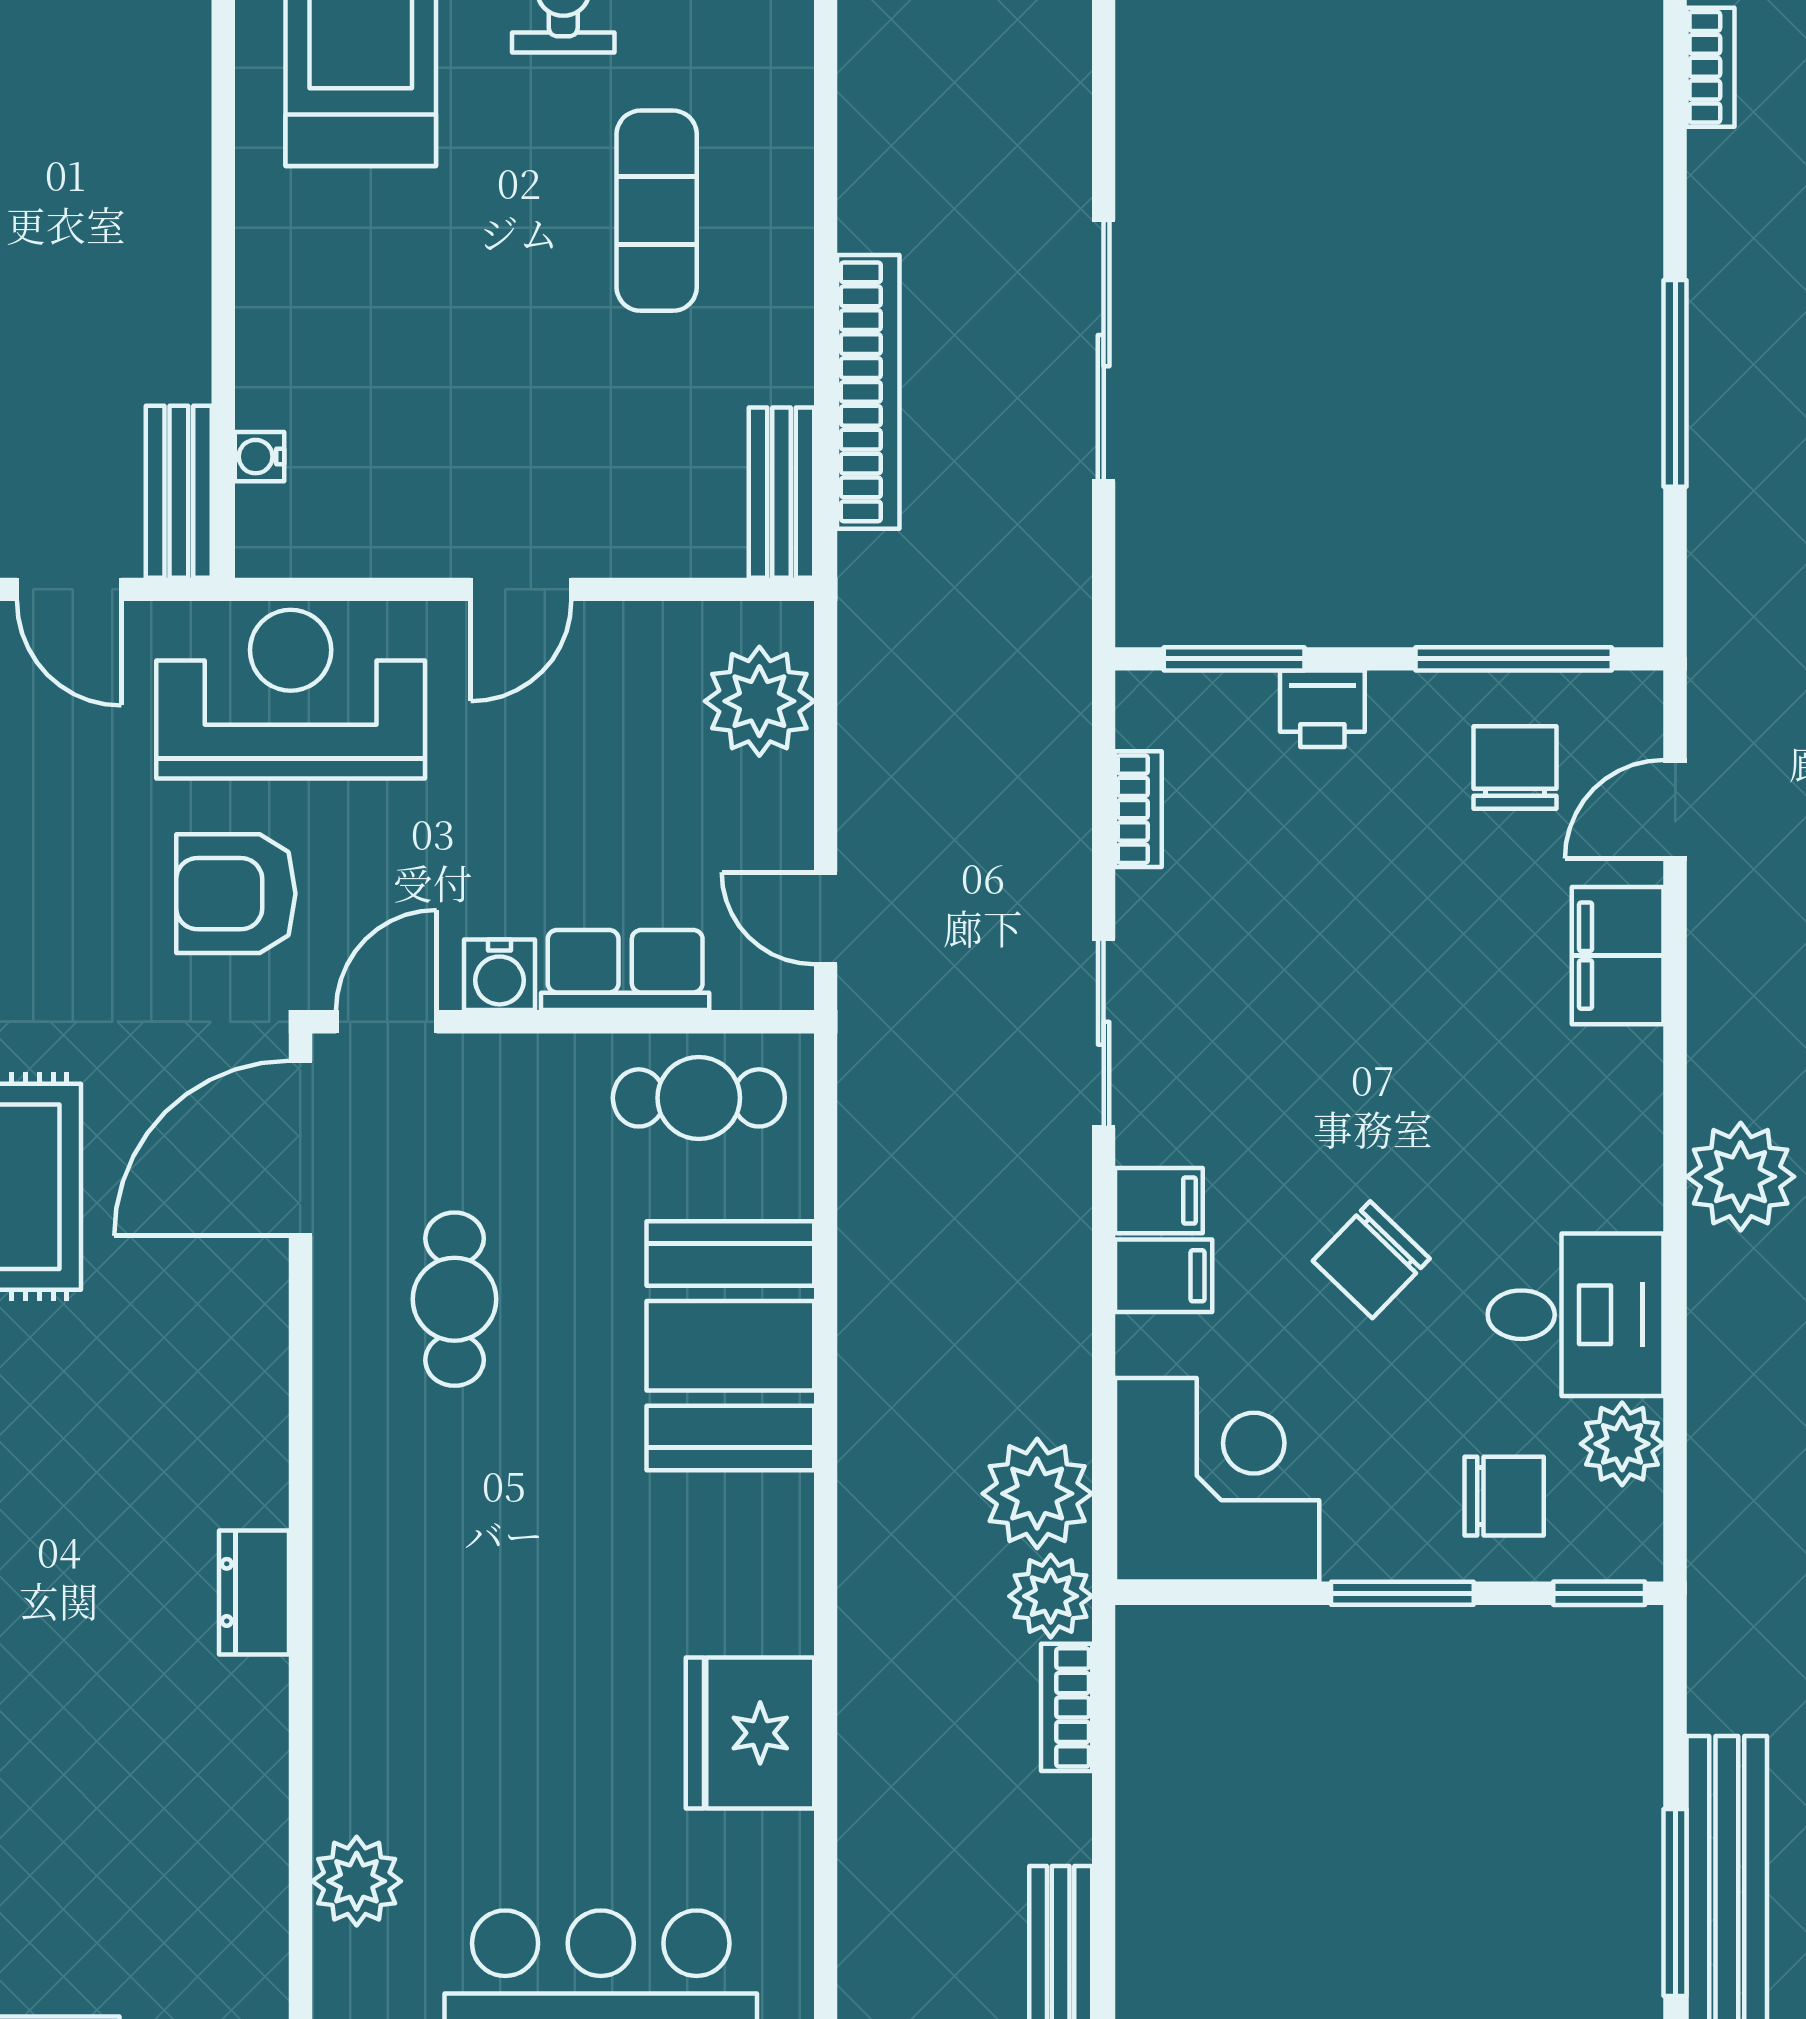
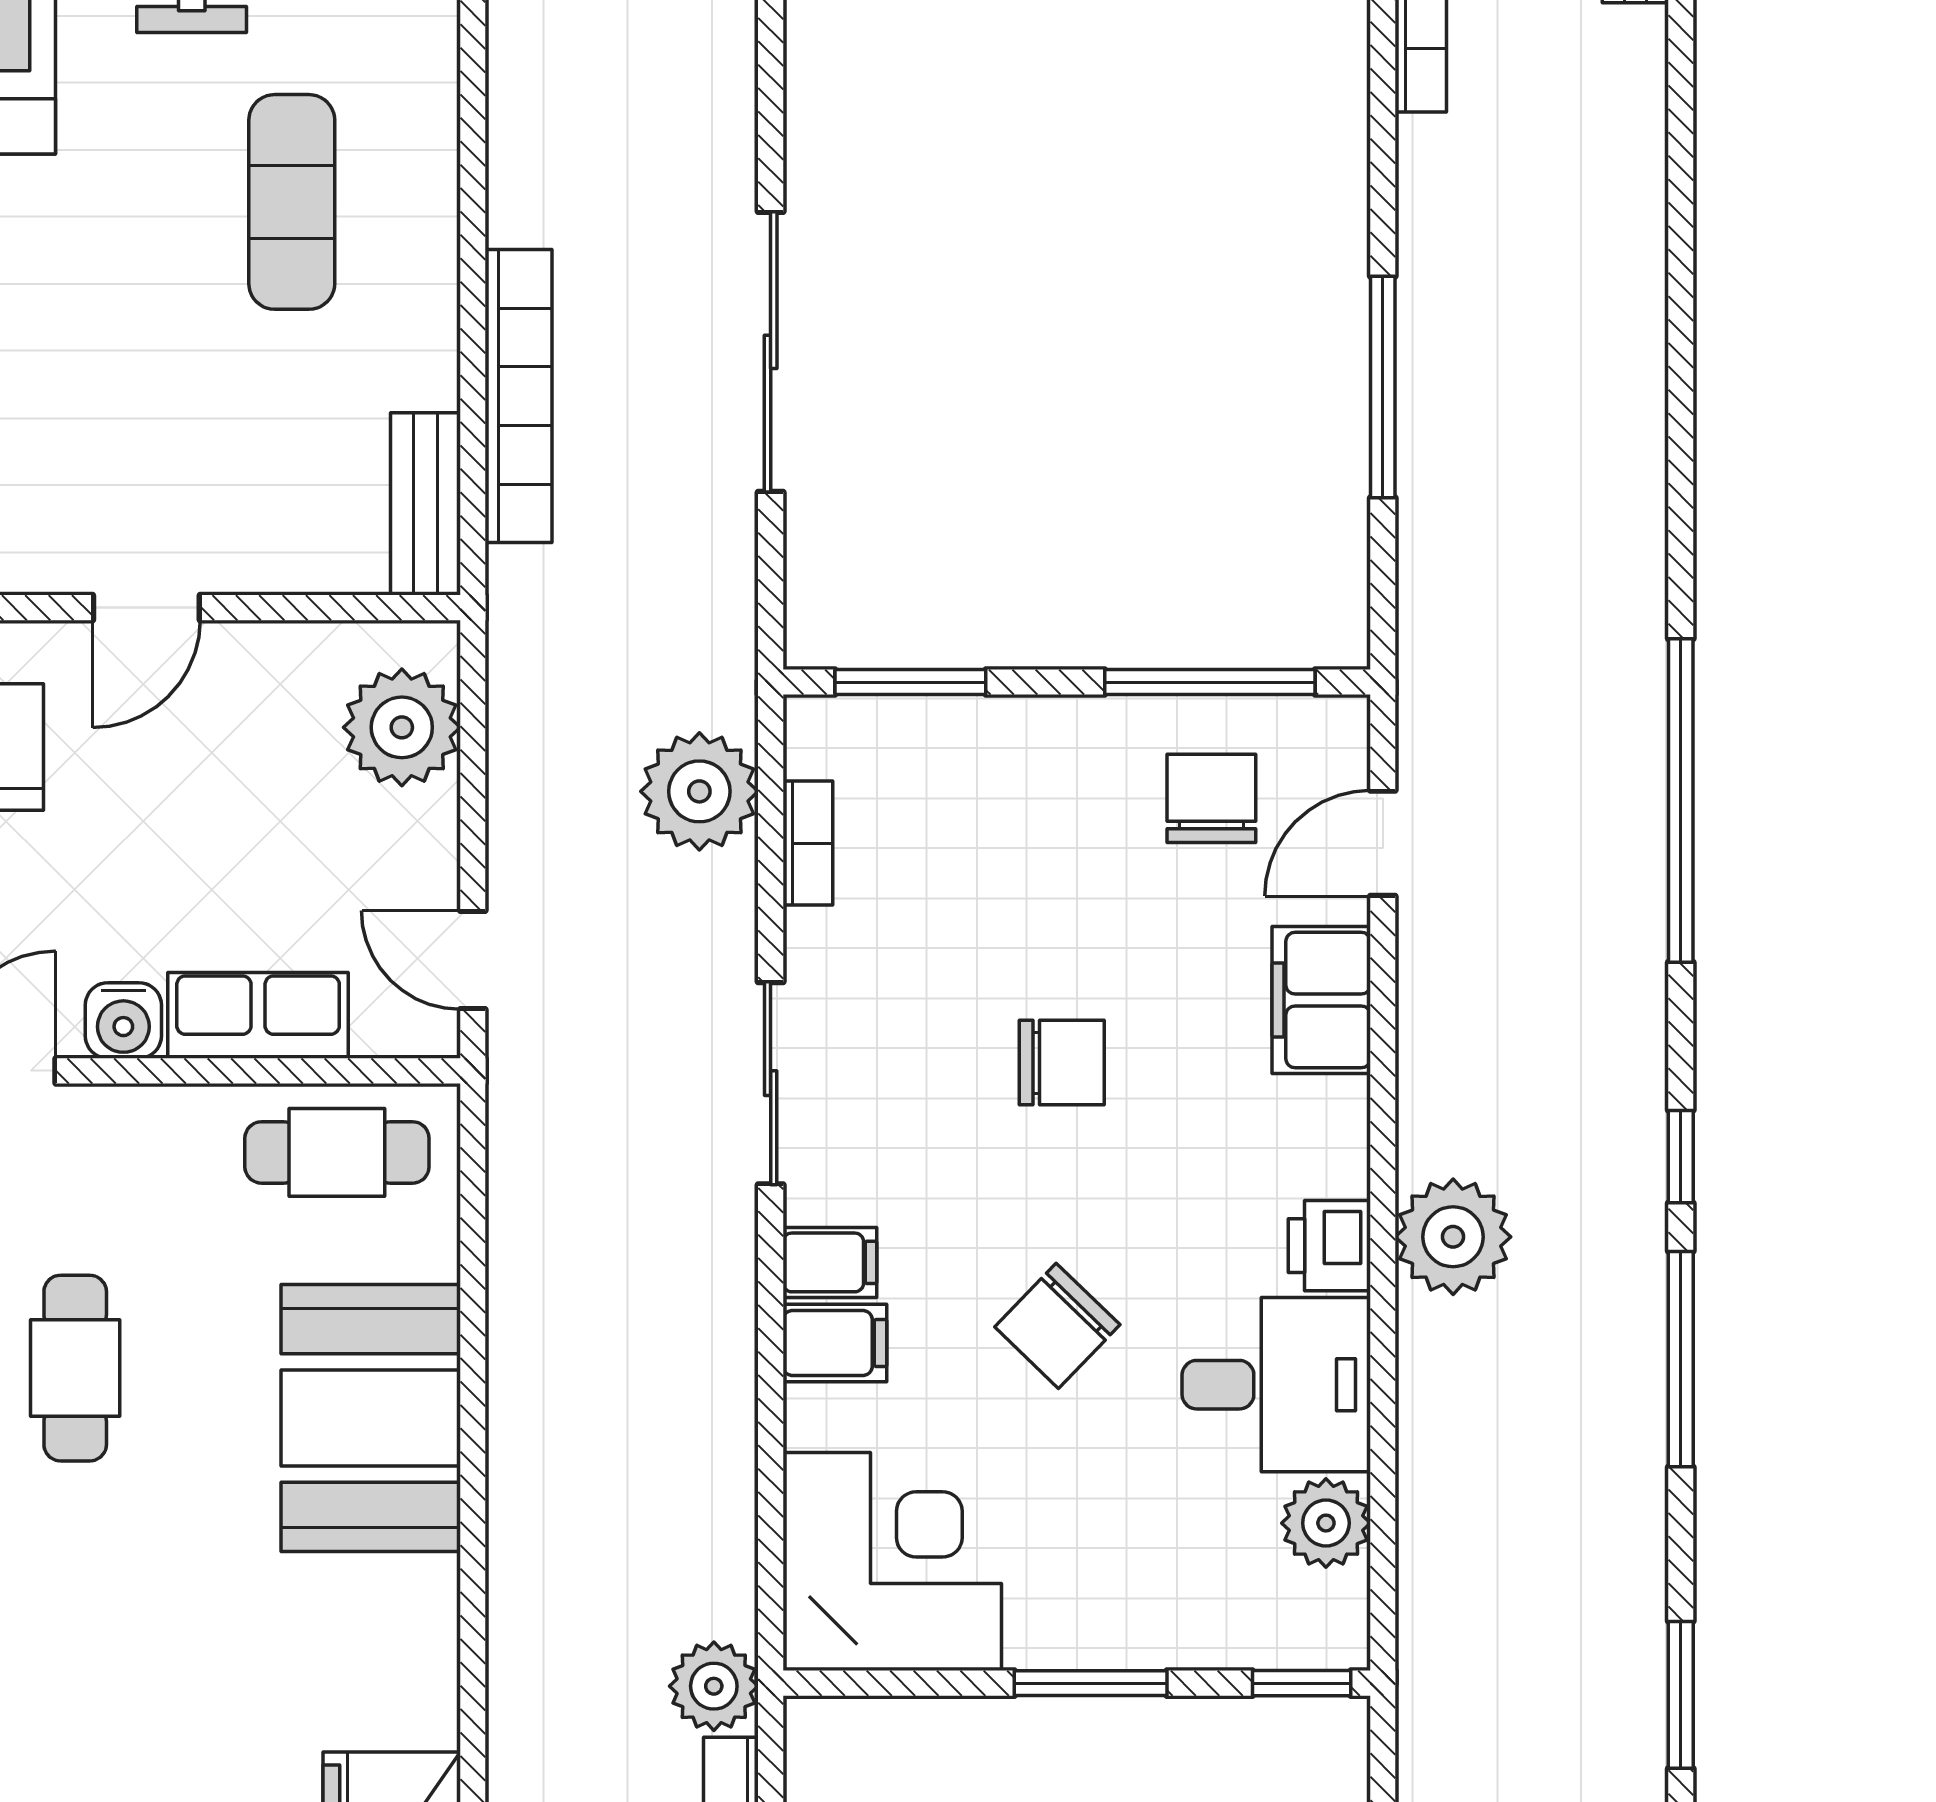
printer: (1322, 709) -> (1329, 1246), moved, turned 90
plant: (1037, 1494) -> (699, 791), moved
chair: (1504, 1496) -> (1062, 1063), moved

